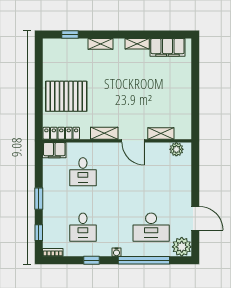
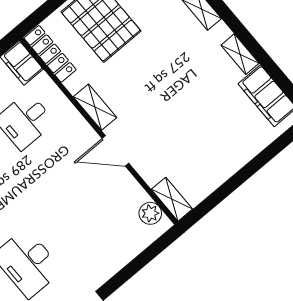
shelving: (161, 134) -> (172, 199), moved
door: (133, 141) -> (115, 151), hinge flipped

